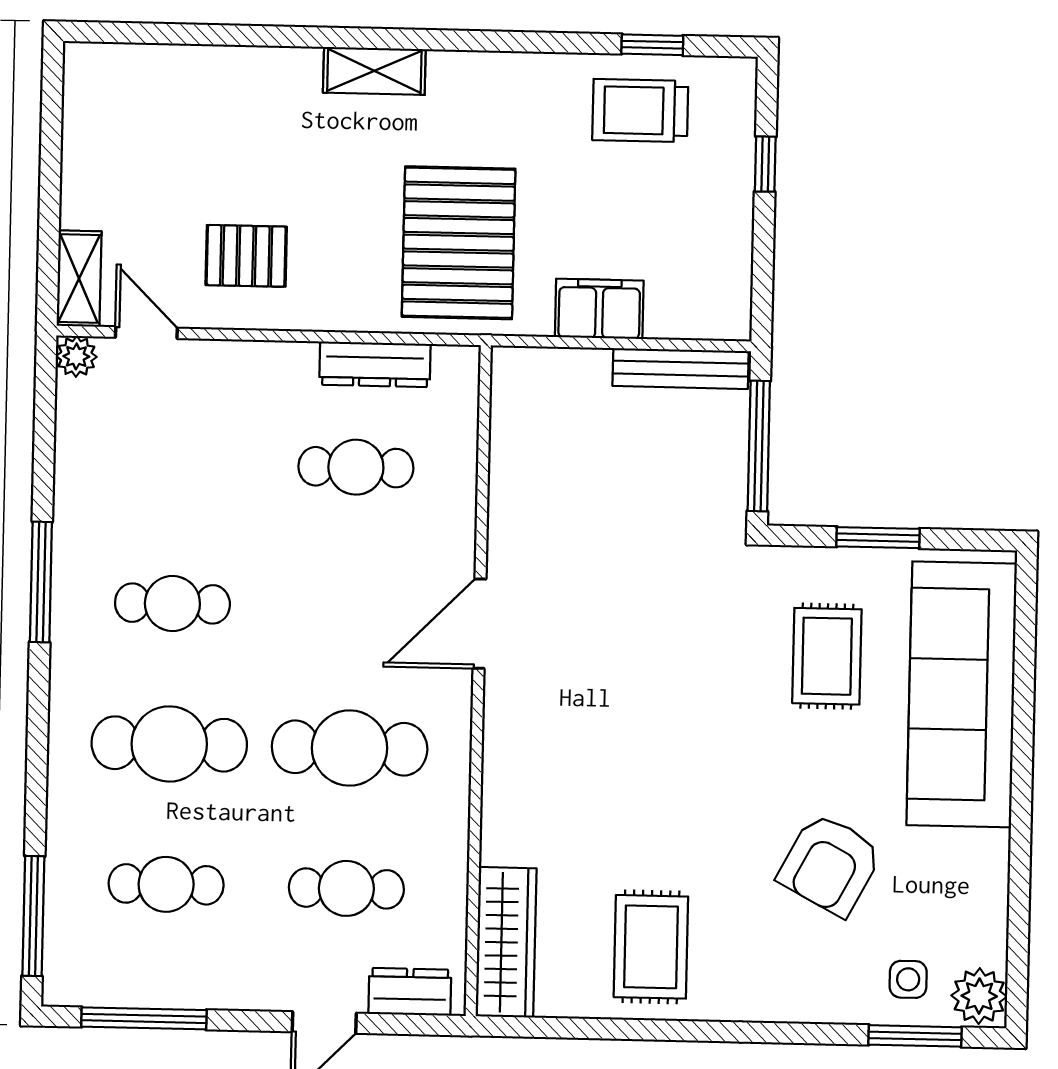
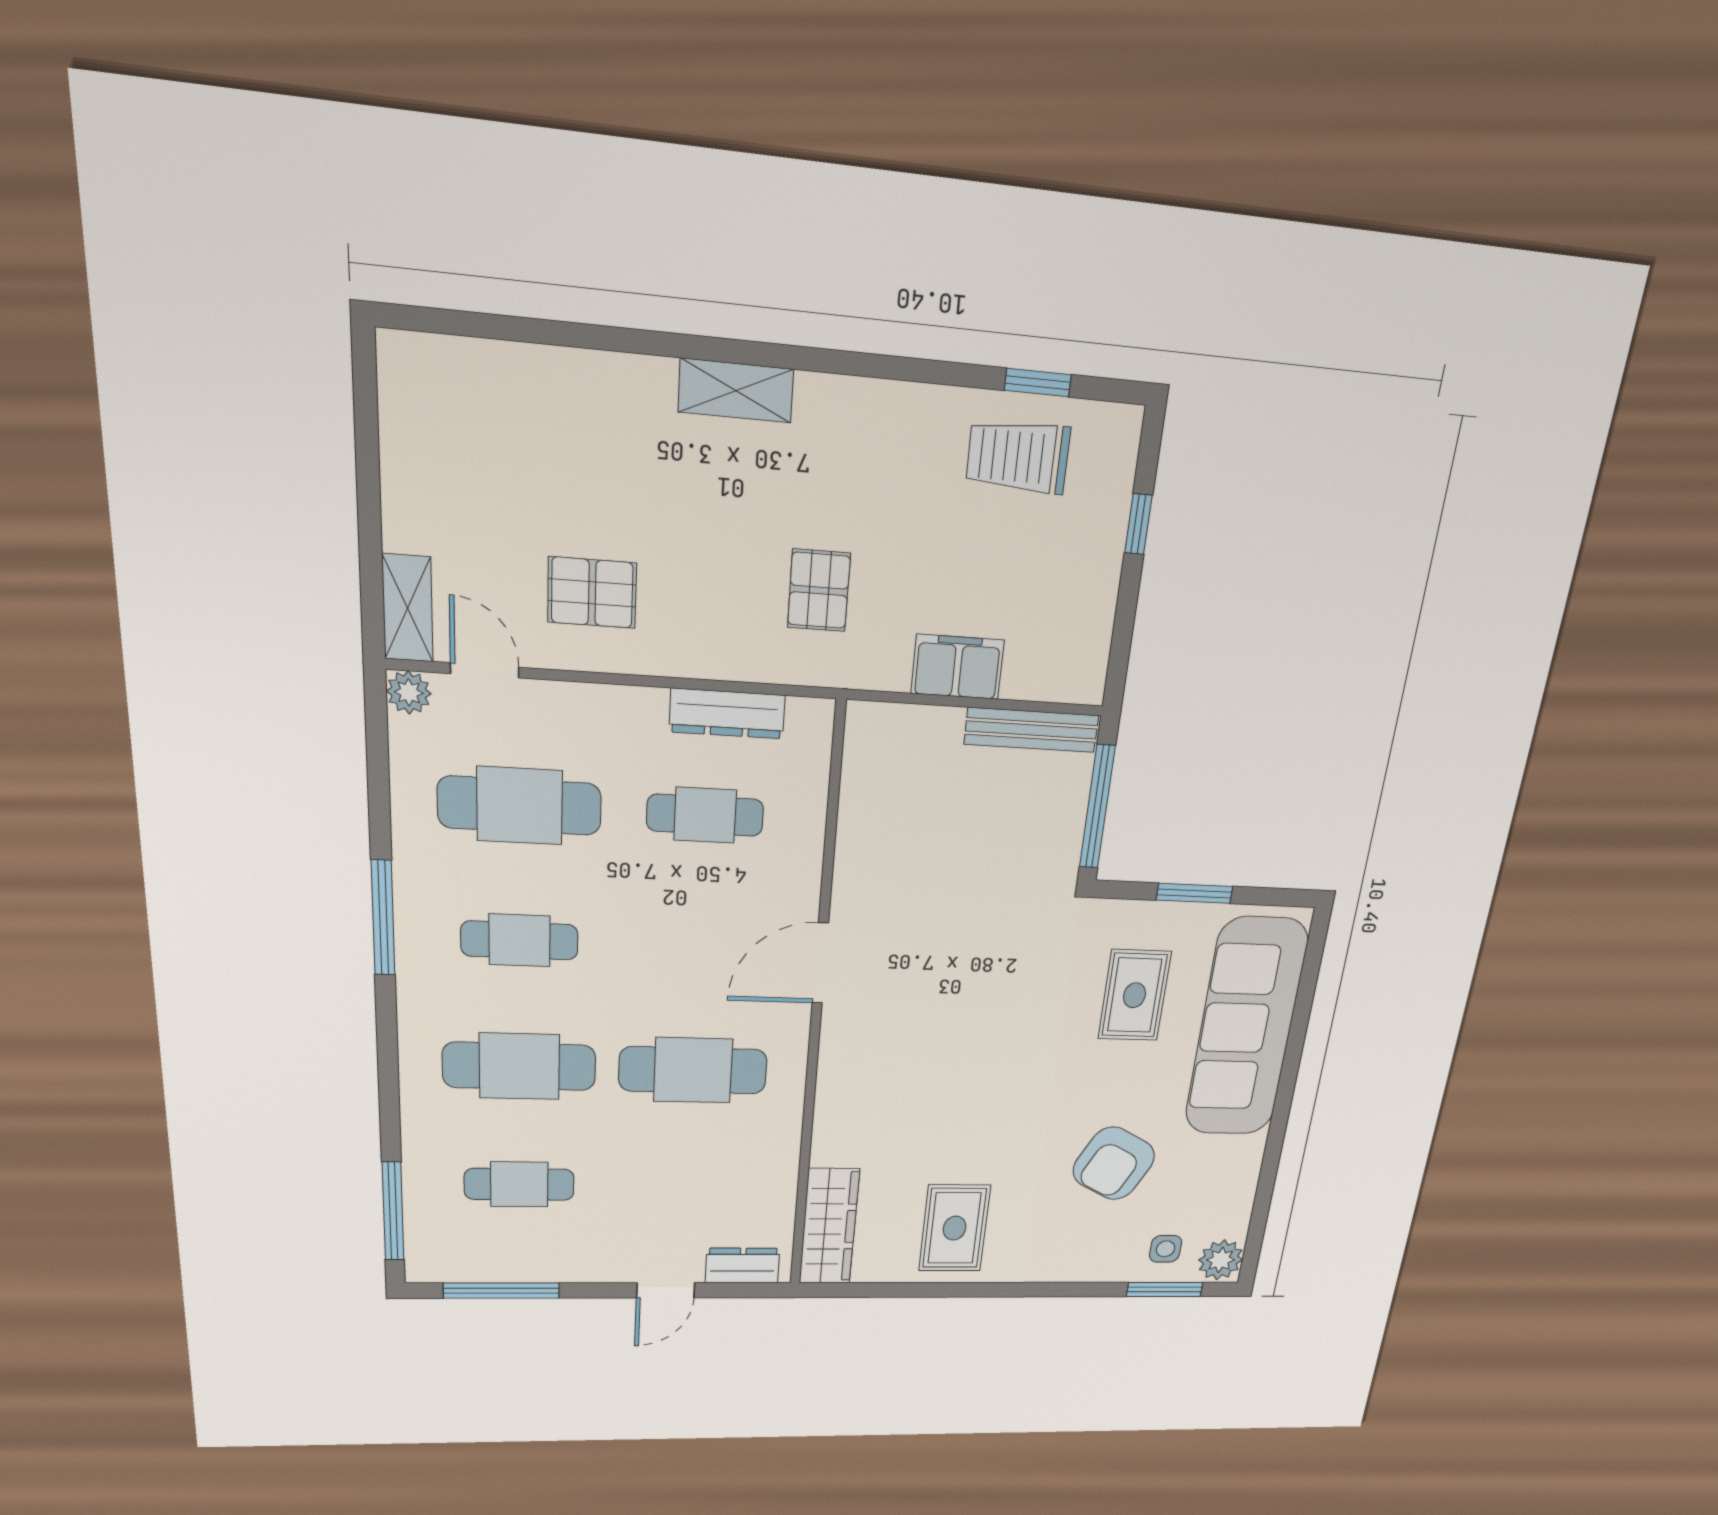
pallet: (459, 243) -> (819, 590), width x0.49, depth x0.50
cafe table: (346, 888) -> (520, 806), moved, width x1.37, depth x1.35

